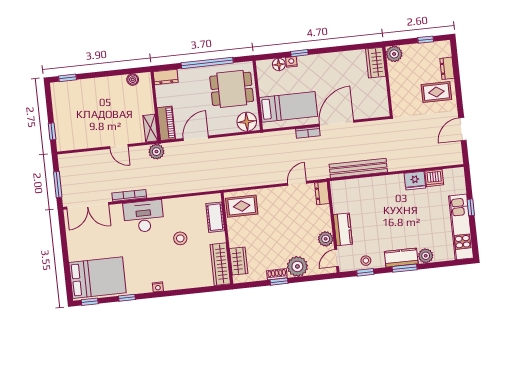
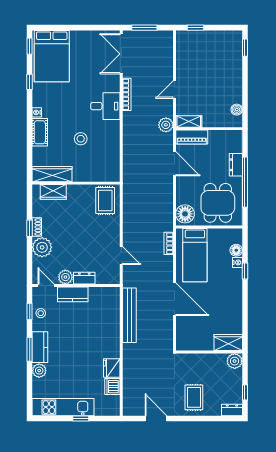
dresser: (447, 68) -> (232, 410), moved
dresser: (166, 77) -> (236, 165), moved
bookcase: (308, 132) -> (169, 243), moved
dresser: (322, 193) -> (84, 278), moved
desk: (144, 216) -> (105, 106), width x0.73
cot: (215, 217) -> (40, 132), moved, turned 90

